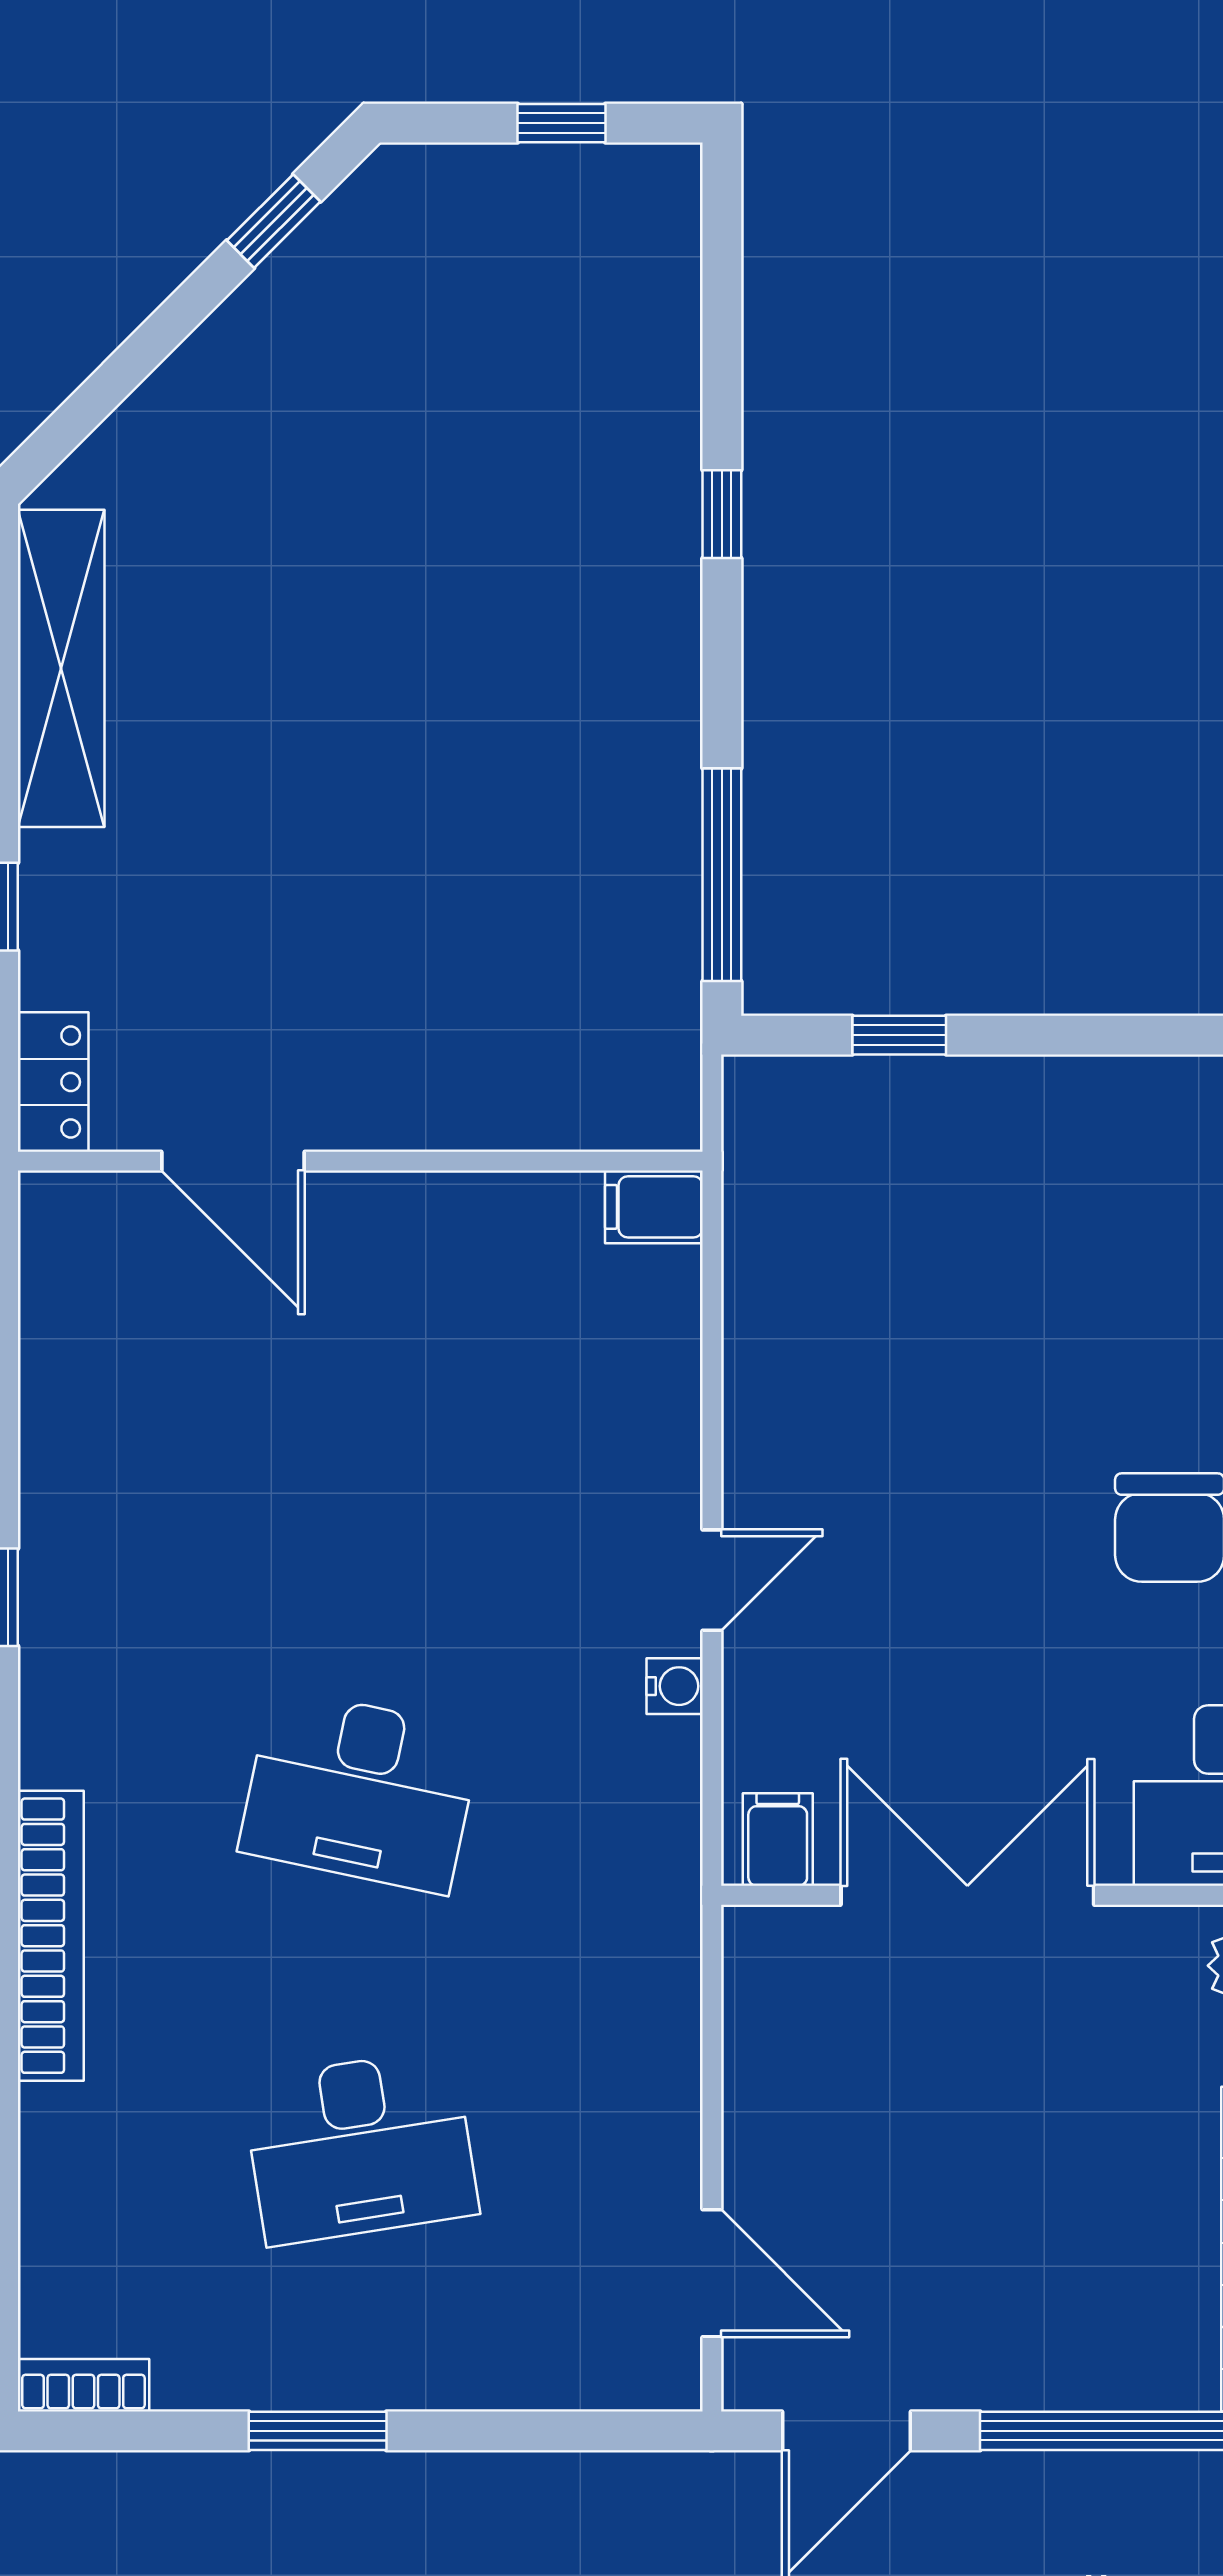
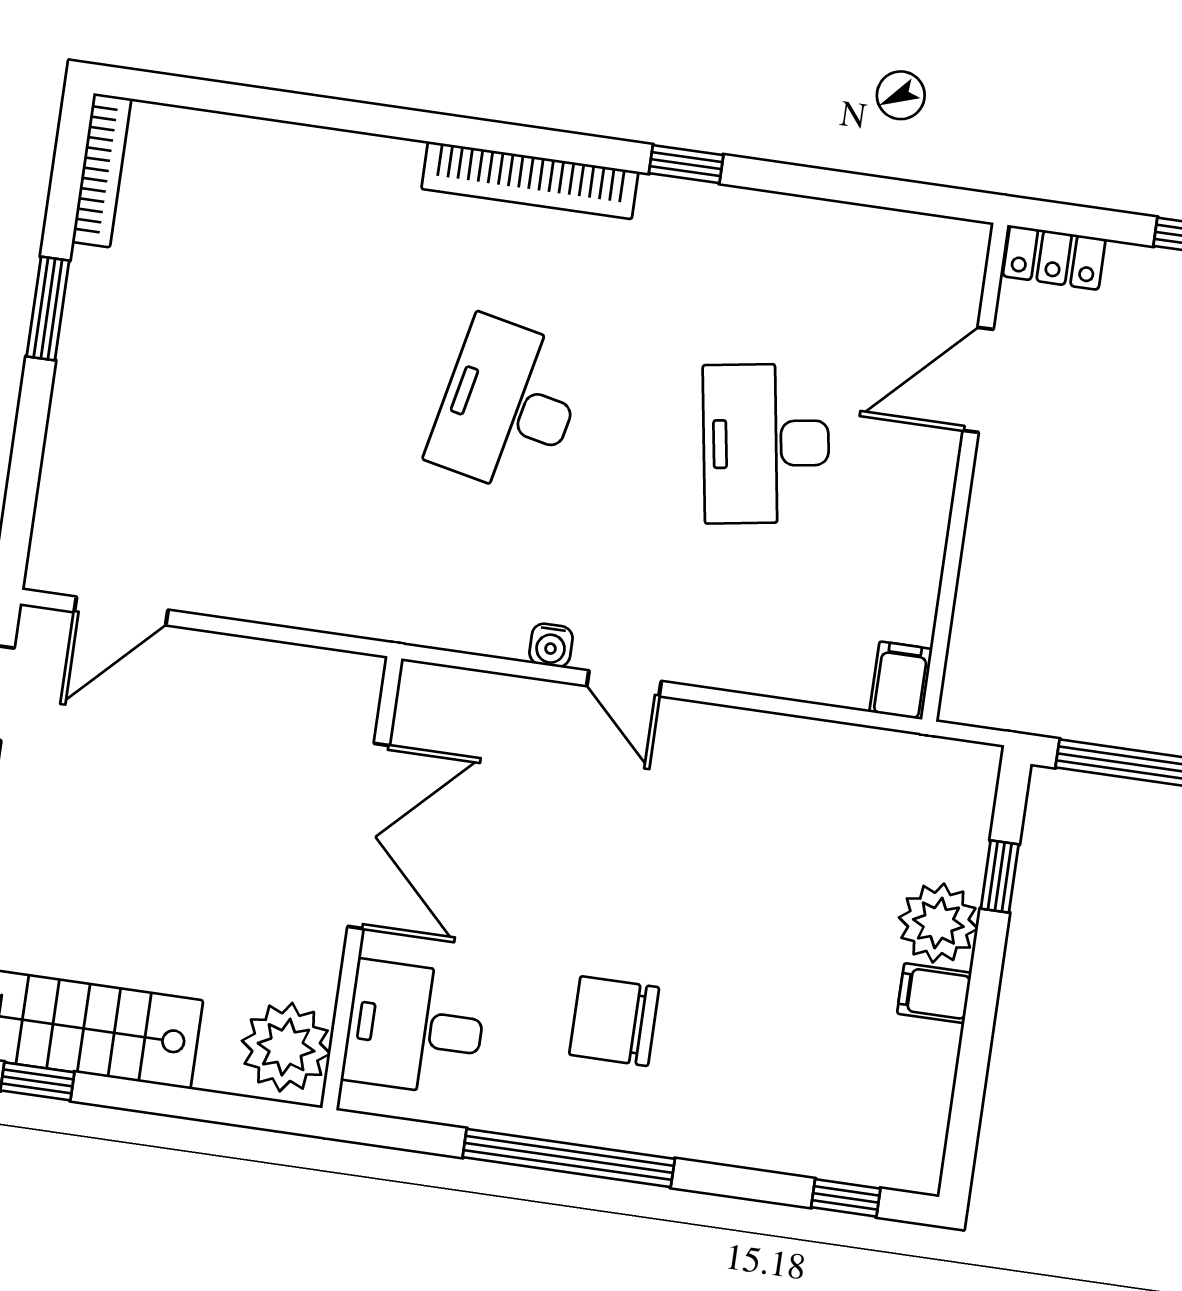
plant: (974, 1109) -> (938, 923), added
filing cabinet: (778, 1839) -> (934, 993), moved, turned 180
bookcase: (51, 1936) -> (530, 180), moved
desk: (360, 2147) -> (766, 444), moved
bookcase: (83, 2385) -> (102, 170), width x1.56

